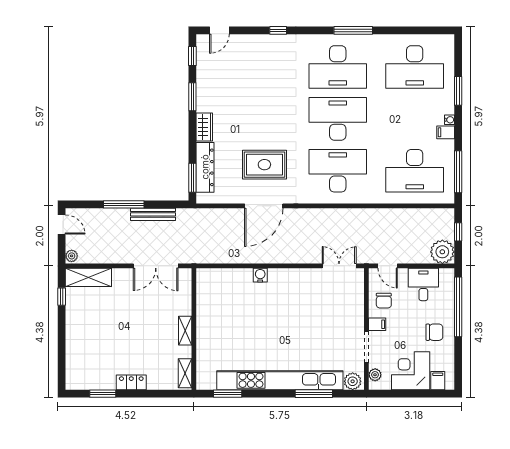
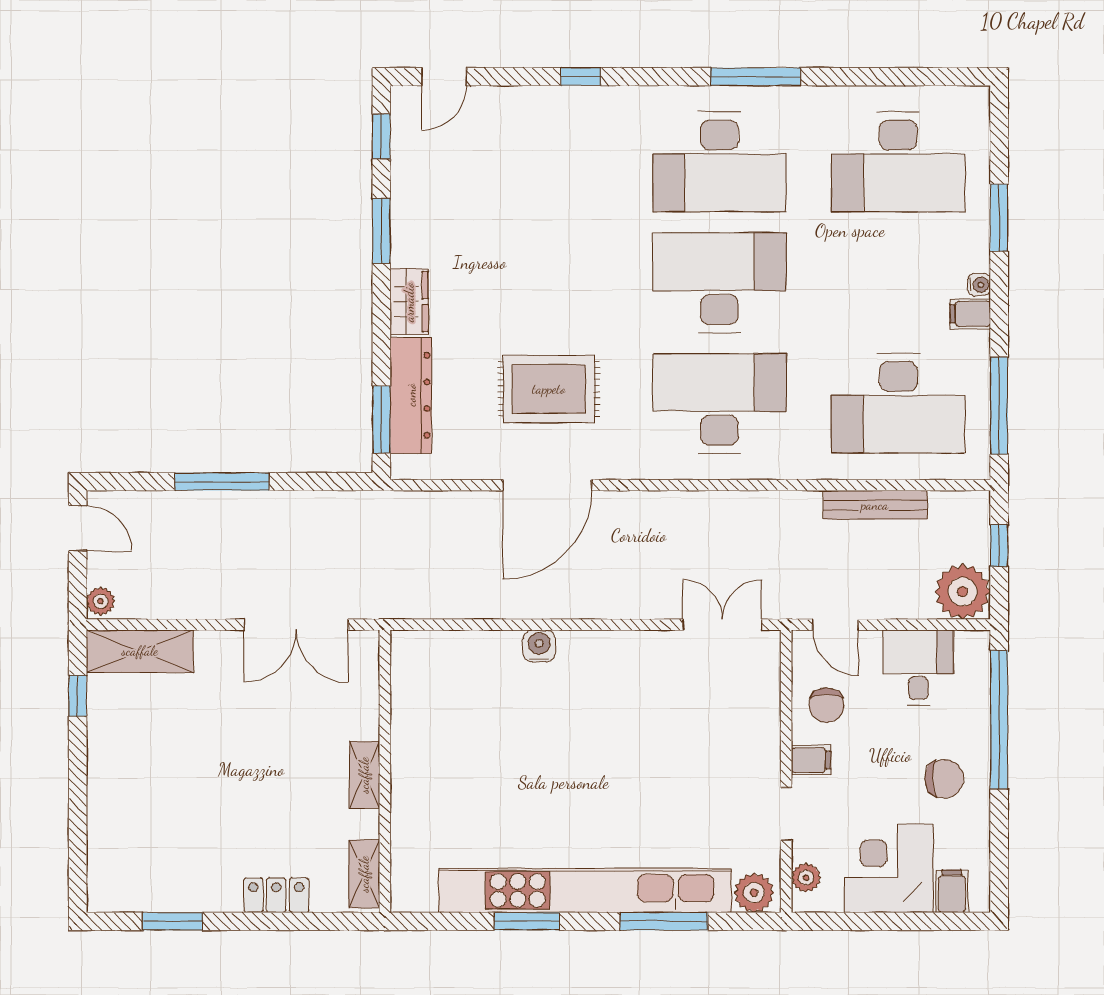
bench: (153, 214) -> (875, 505), moved
doorway: (366, 347) -> (786, 814), width x0.73
locker: (131, 382) -> (276, 895), moved
window: (228, 394) -> (527, 921), moved

